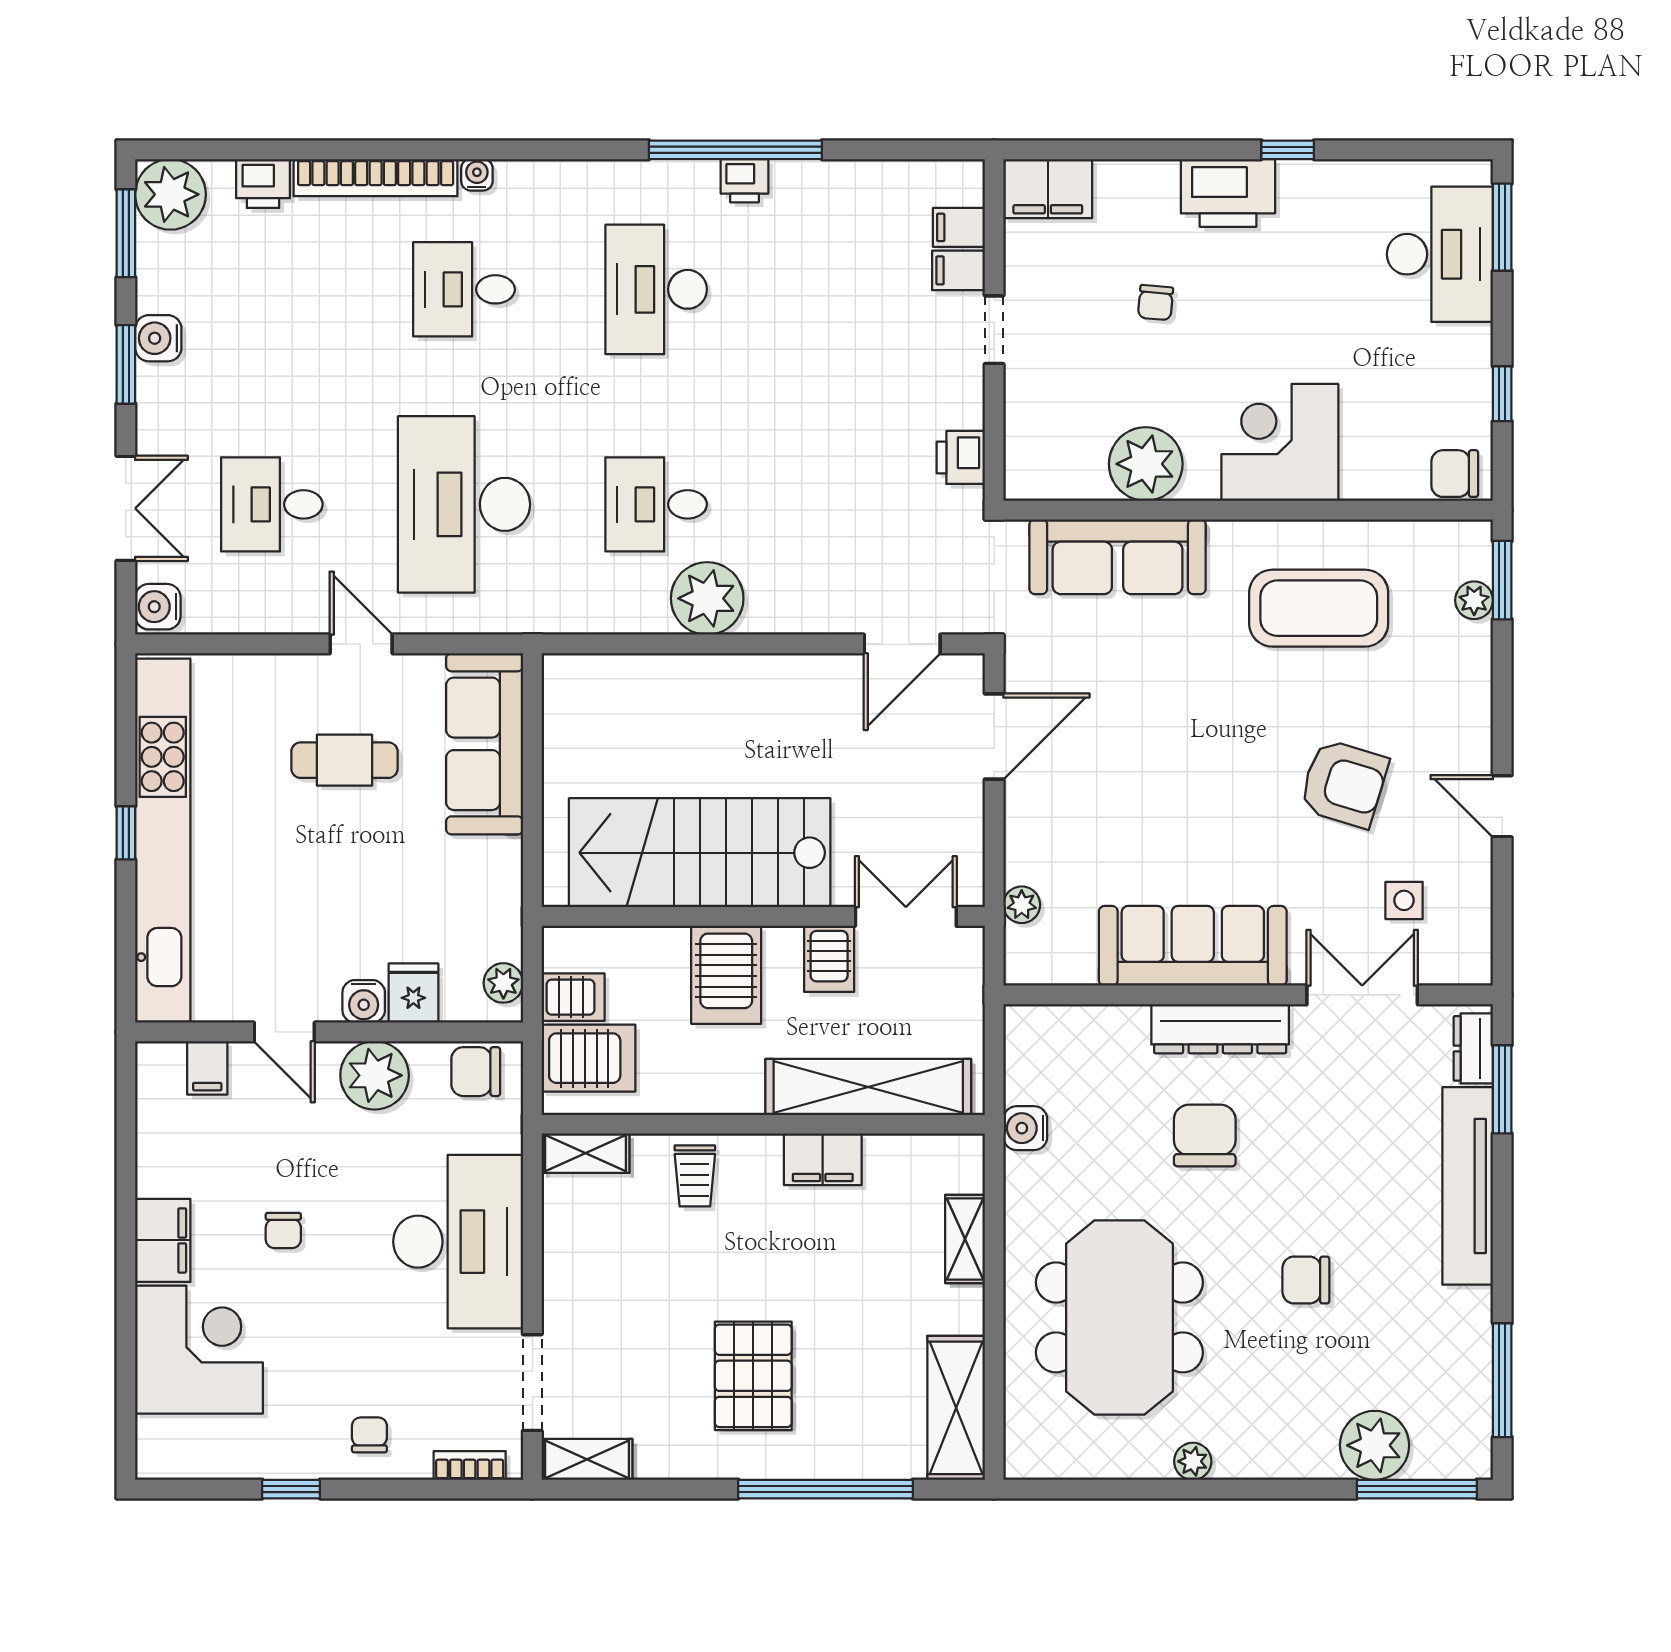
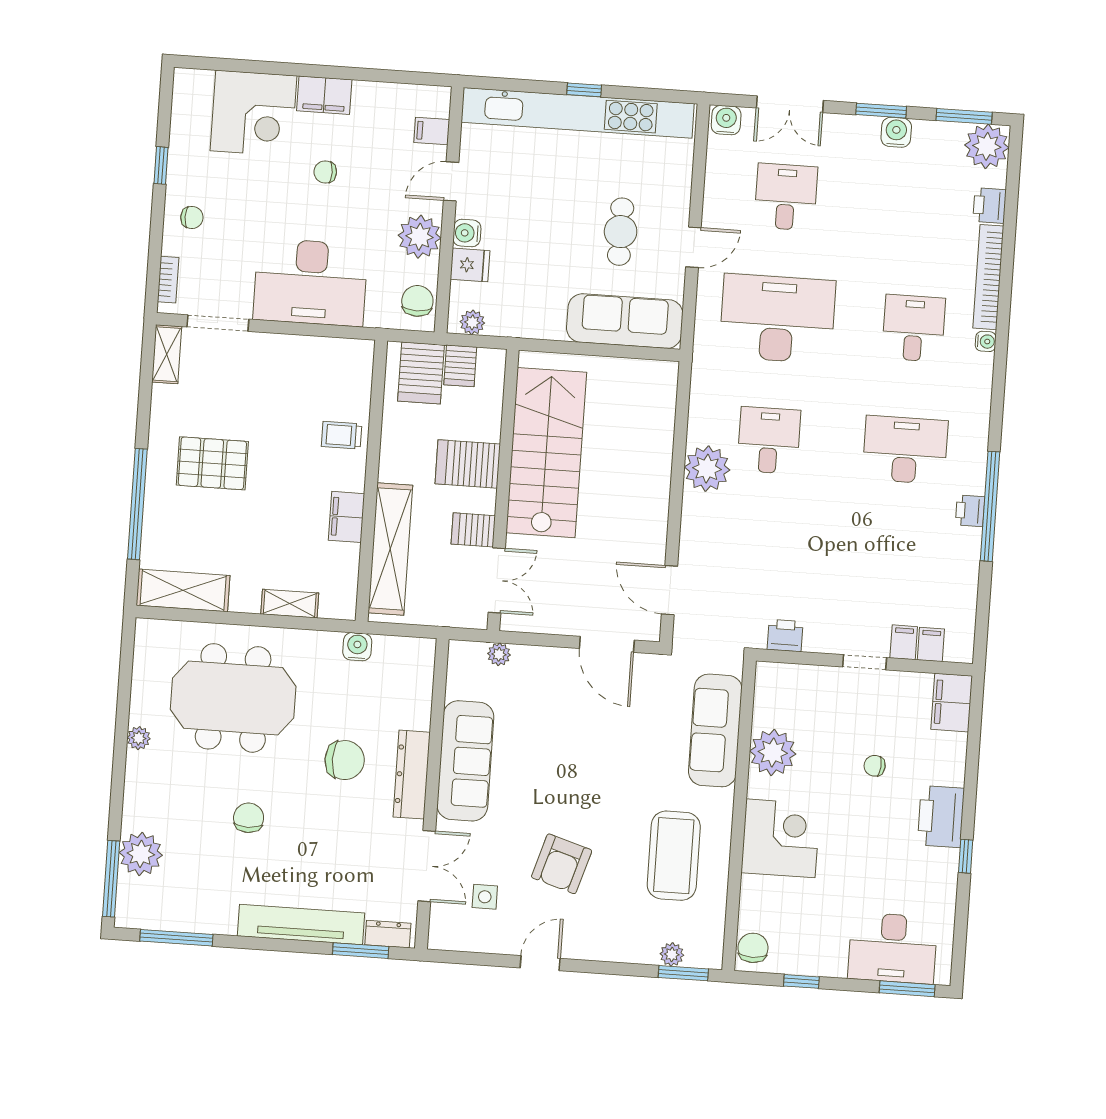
shelving: (585, 1153) -> (361, 367), removed

